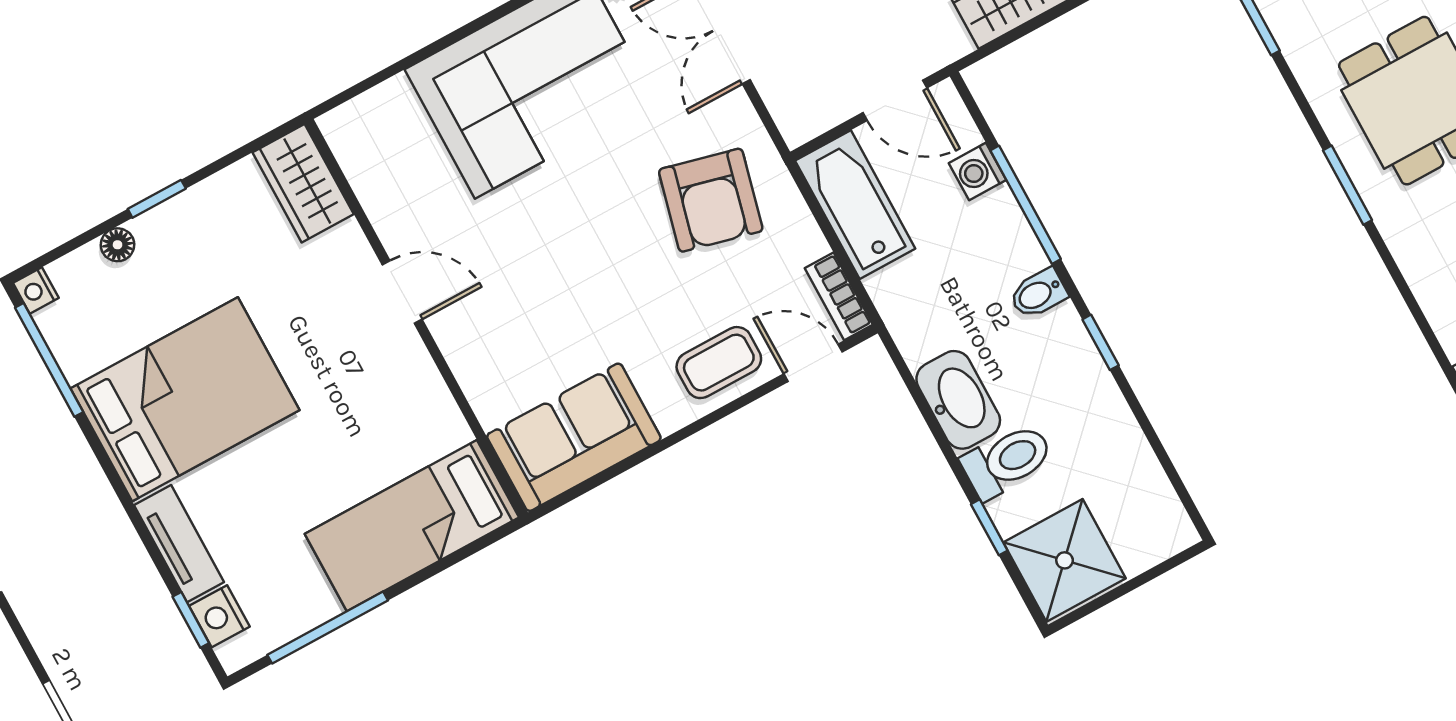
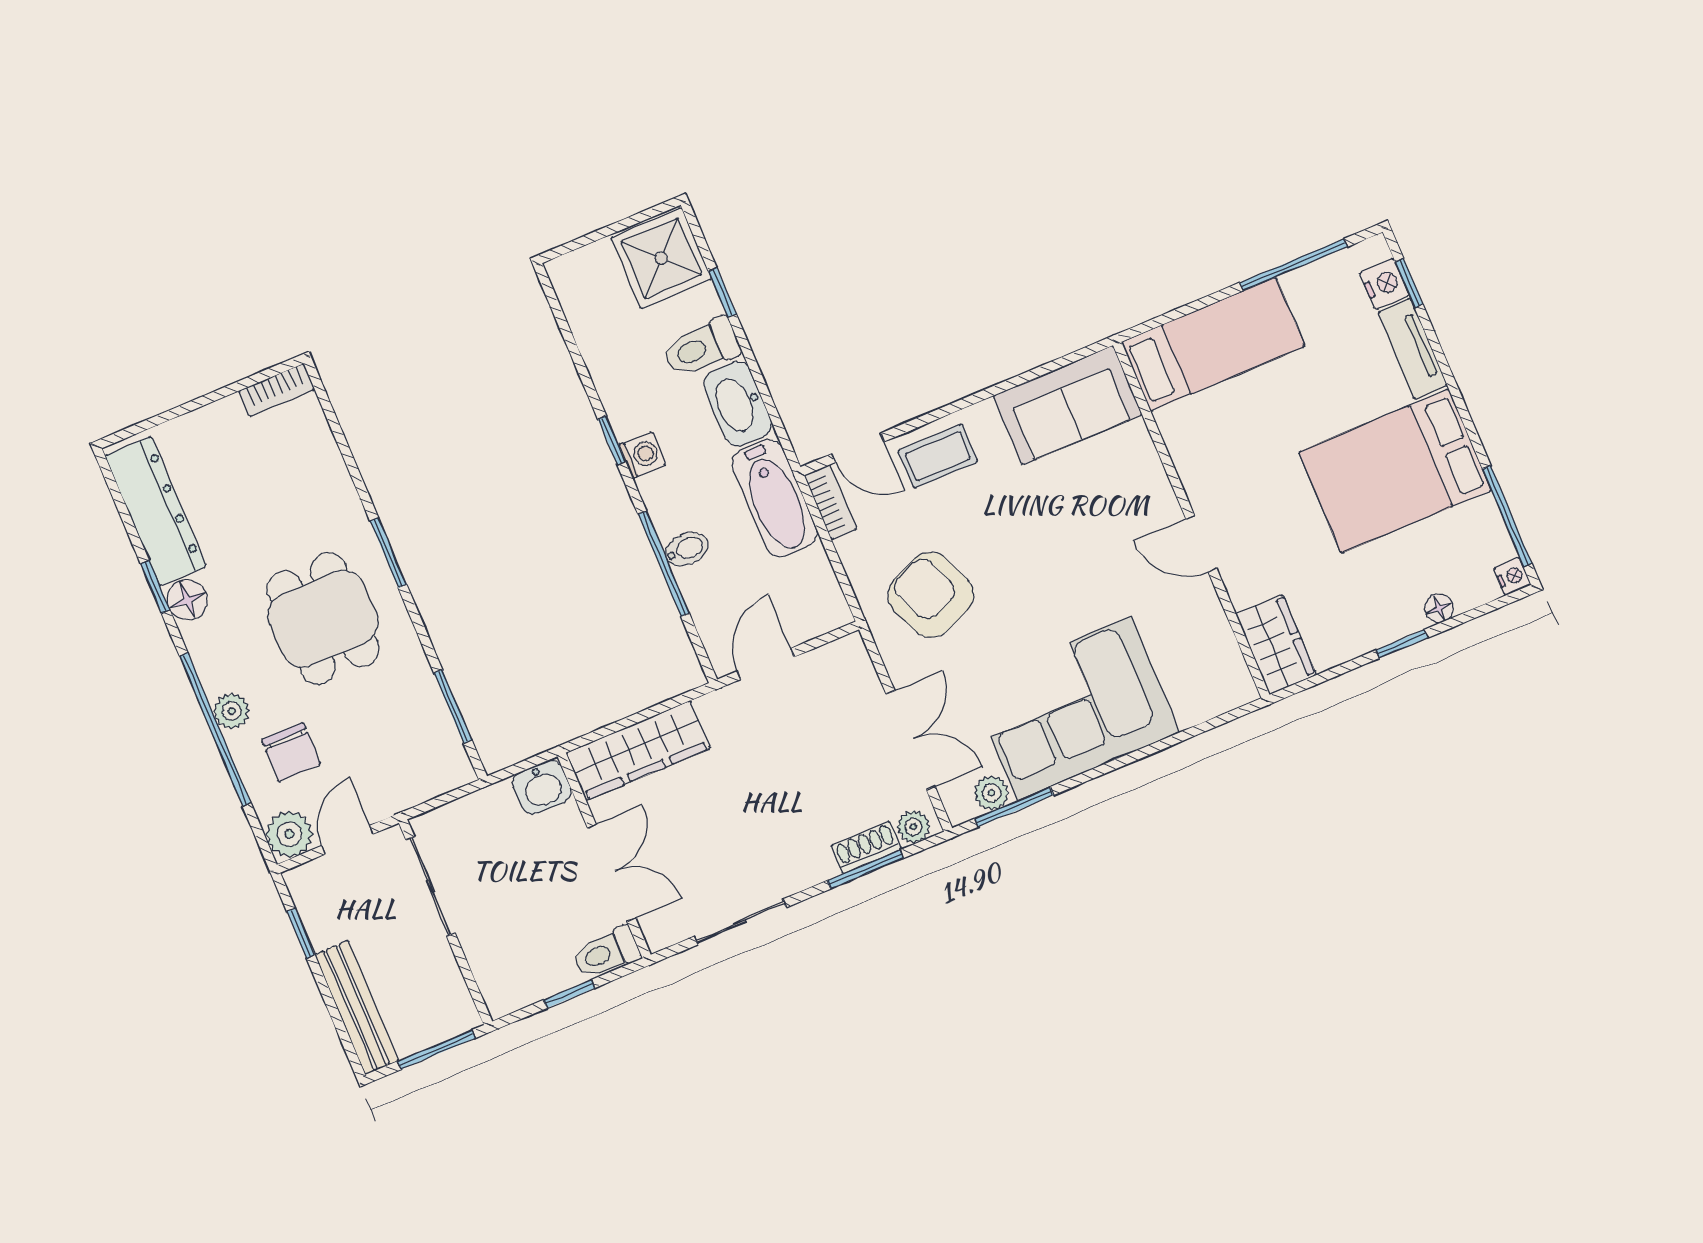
door: (895, 100) -> (766, 664), hinge flipped
washing machine: (977, 171) -> (642, 455), moved
armchair: (711, 200) -> (931, 595), turned -37
bathtub: (855, 205) -> (775, 498), moved
bidet: (1038, 294) -> (687, 549), moved

